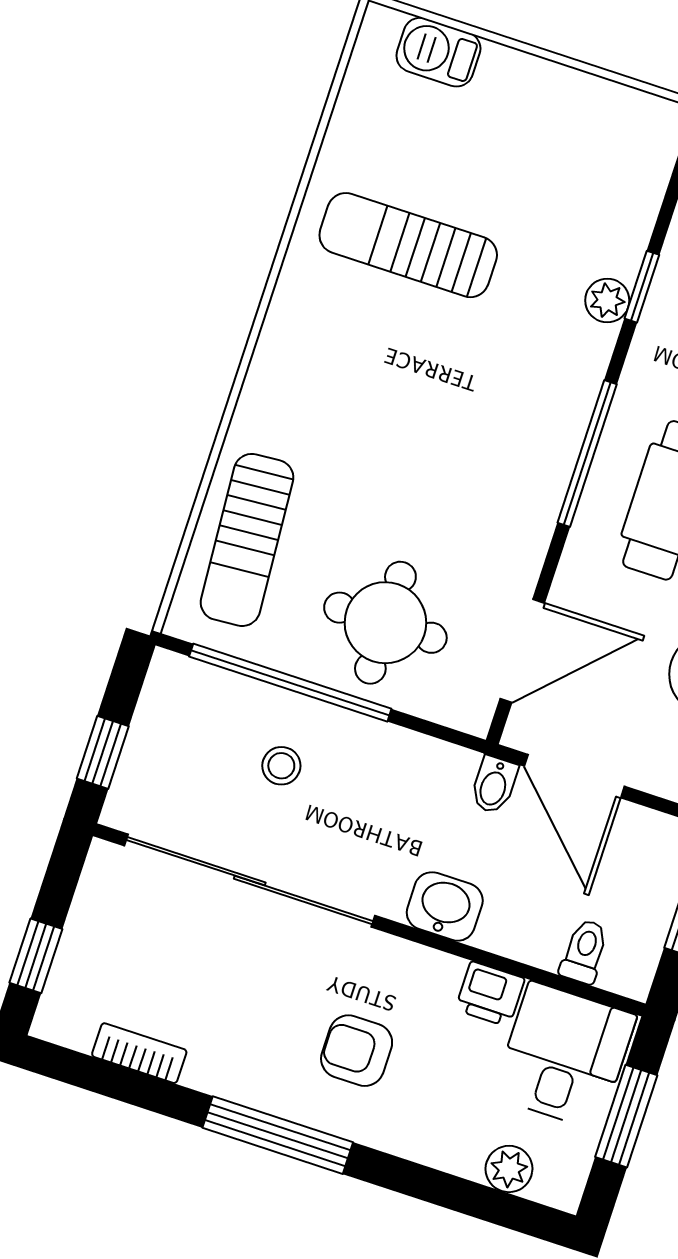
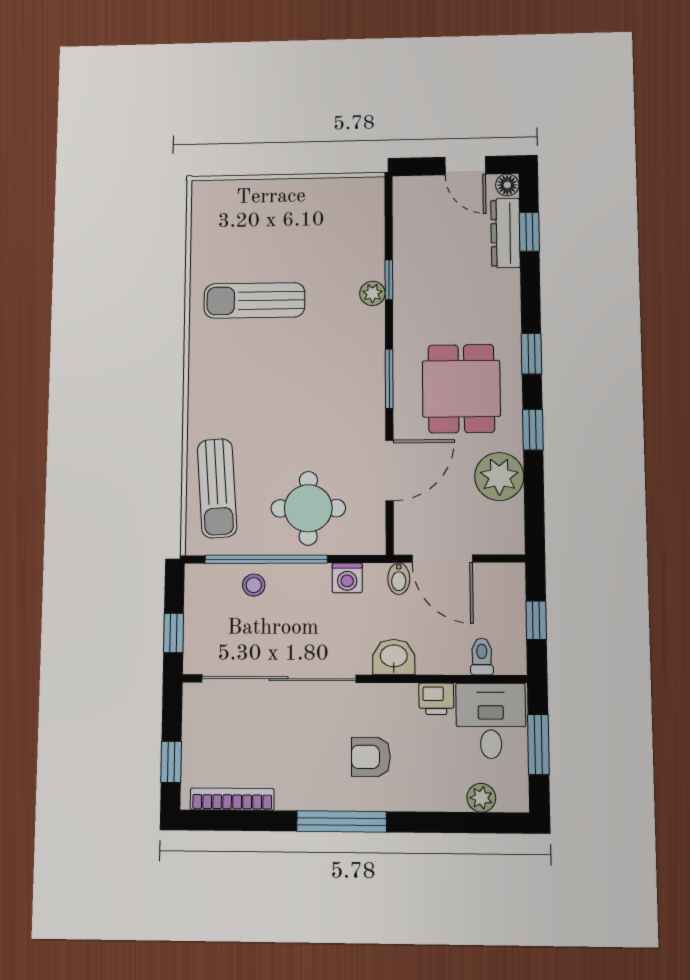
barbecue: (438, 52) -> (238, 195), removed
window: (587, 454) -> (389, 379), width x0.69
door: (522, 651) -> (389, 470), moved
washing machine: (412, 756) -> (347, 578), added
stool: (281, 766) -> (254, 585), moved
bookcase: (139, 1053) -> (232, 799), width x1.56

